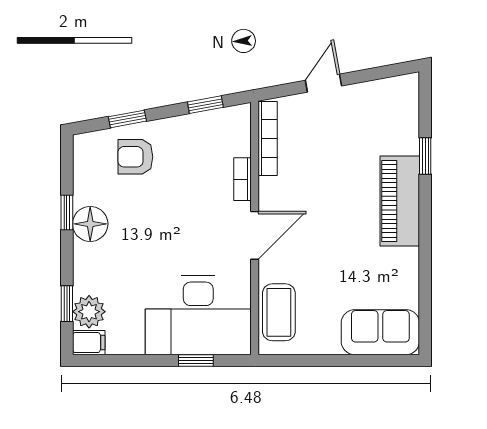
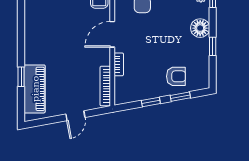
window: (205, 105) -> (151, 102), moved
piano: (400, 201) -> (35, 89), moved
floor lamp: (90, 224) -> (200, 28), moved

